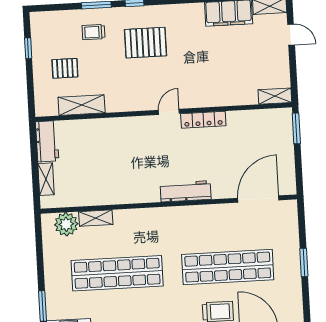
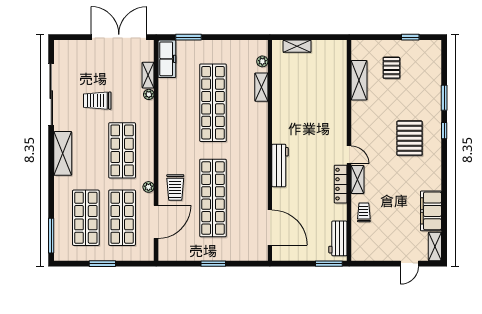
trolley: (93, 32) -> (364, 212), moved
shelving: (275, 96) -> (357, 179), moved
workbench: (47, 141) -> (338, 238), moved, turned 90
plant: (66, 224) -> (262, 61), width x0.53, depth x0.53

